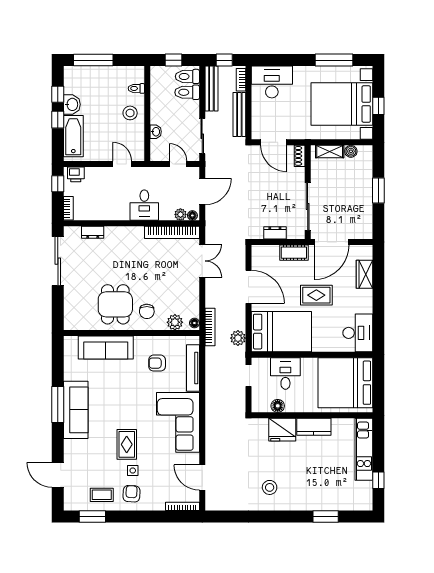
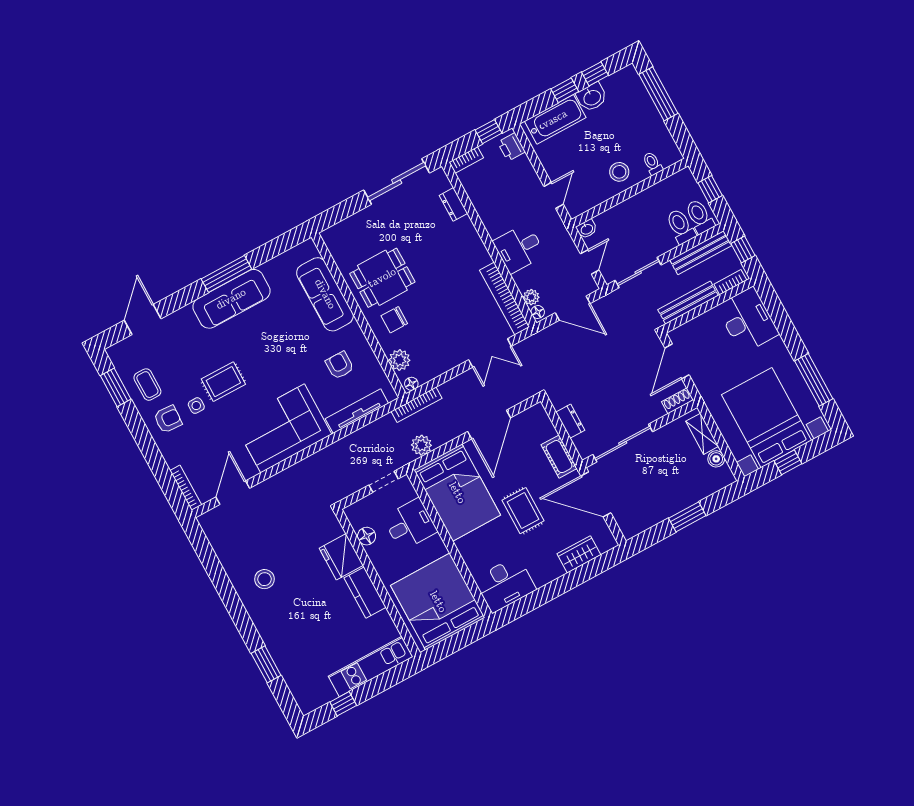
washbasin: (156, 132) -> (587, 229), moved

